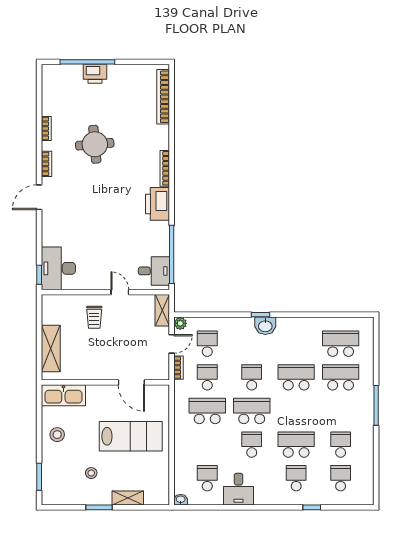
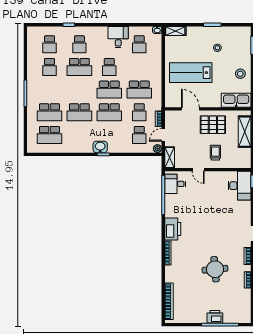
pallet: (98, 359) -> (213, 125), added
school desk: (252, 377) -> (109, 112), width x1.85
shelving: (128, 498) -> (175, 31), moved

